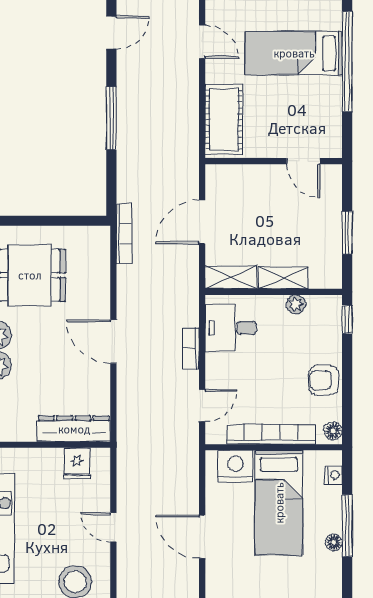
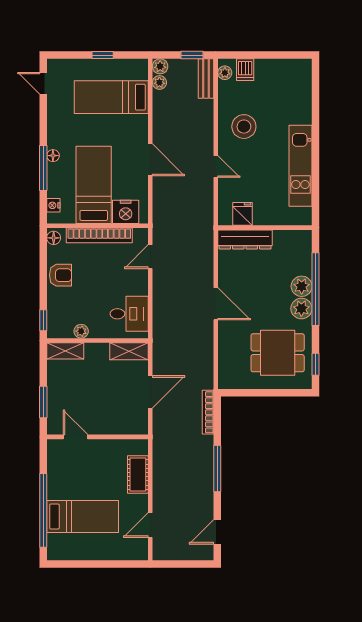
door: (202, 42) -> (150, 525), hinge flipped
cot: (224, 119) -> (138, 475), width x0.73, depth x0.75
window: (347, 233) -> (43, 402), moved
bookcase: (124, 234) -> (208, 412), moved
shelving: (284, 278) -> (65, 351), moved
bookcase: (191, 348) -> (159, 299), removed

